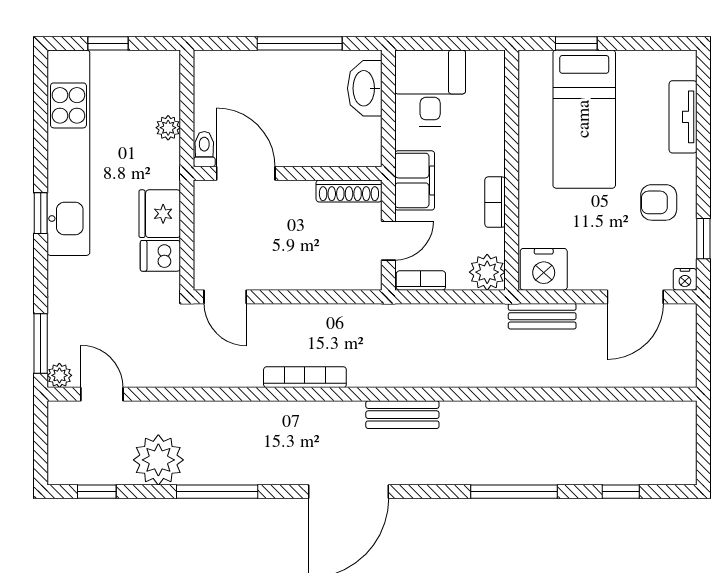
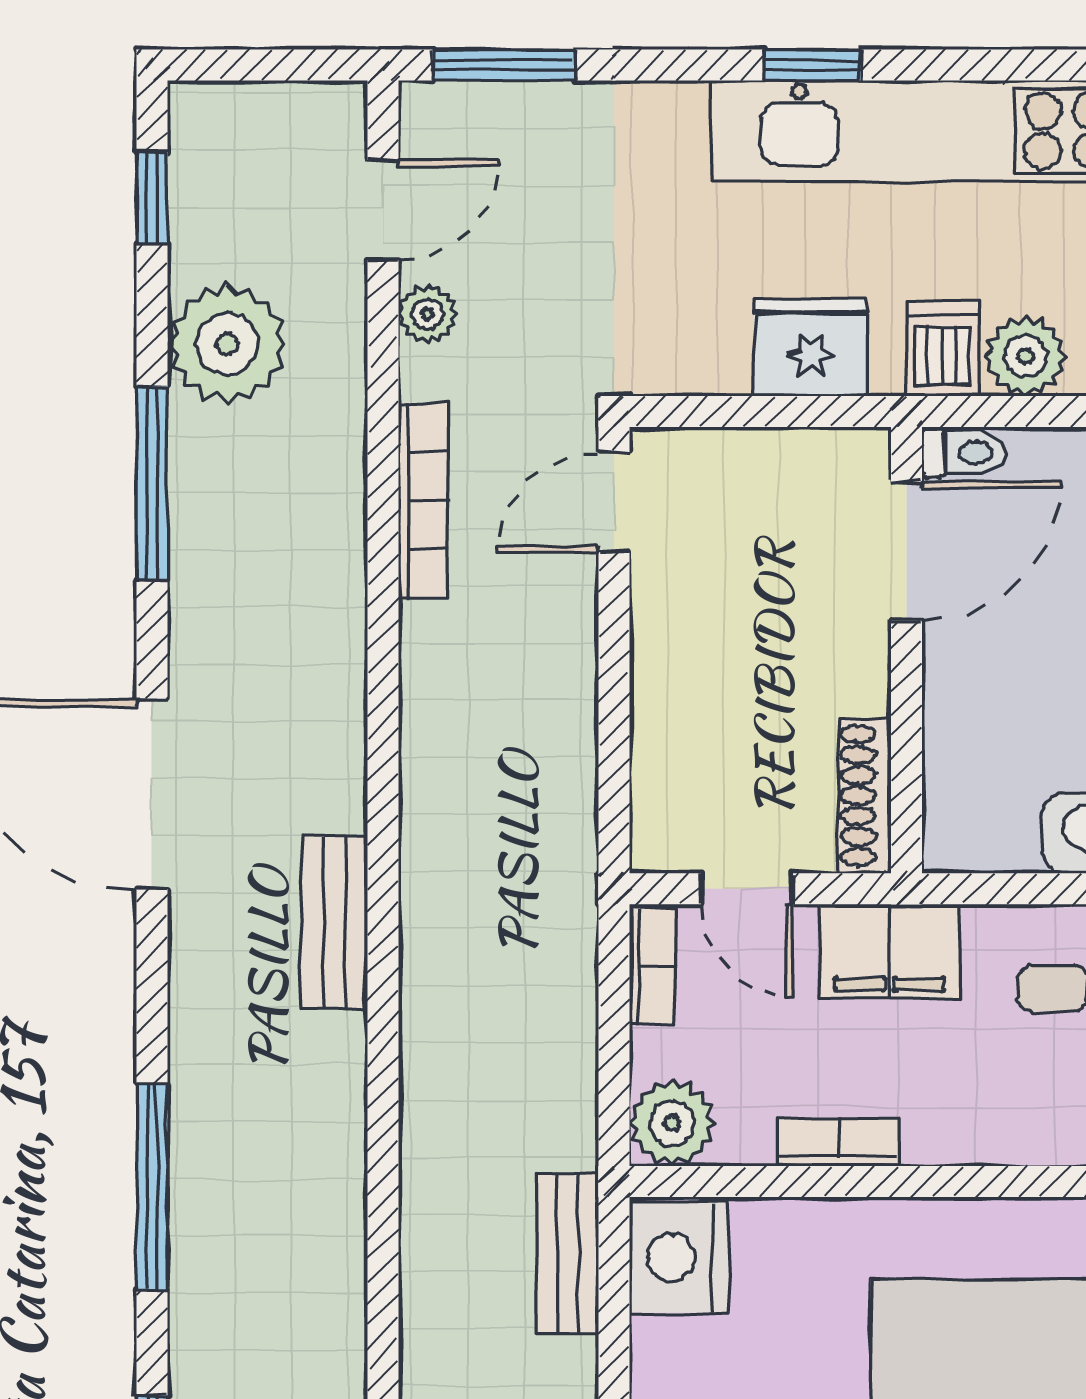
plant: (168, 128) -> (1025, 356), width x1.38, depth x1.38
dishwasher: (160, 256) -> (942, 349), moved
plant: (59, 375) -> (428, 314), moved
bookcase: (305, 377) -> (423, 501), moved

